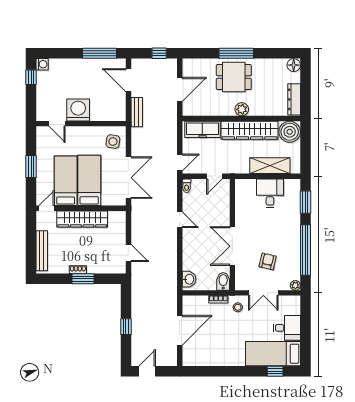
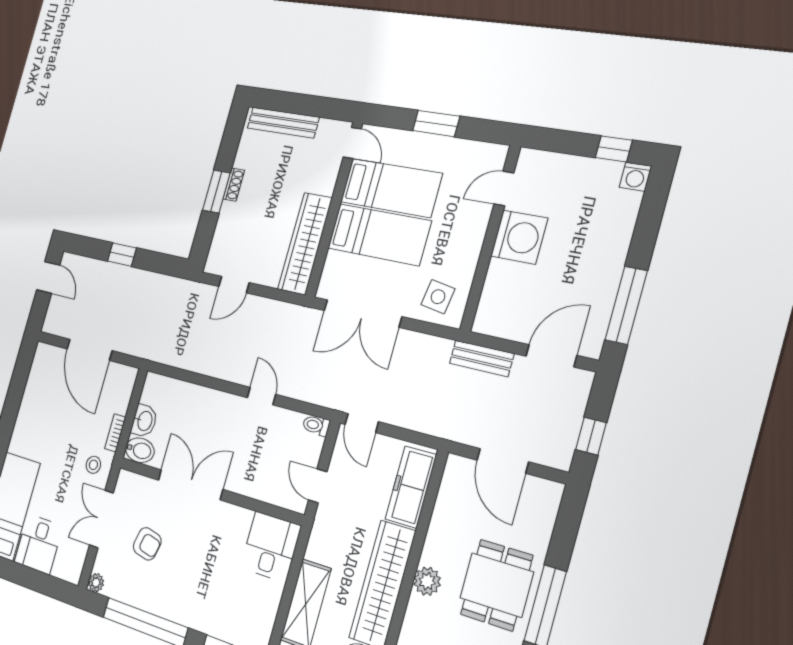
desk: (270, 193) -> (271, 547), moved, turned -90
wardrobe: (82, 219) -> (305, 244), moved
door: (180, 220) -> (261, 396), swing flipped
washbasin: (189, 279) -> (144, 421), moved, turned -90

